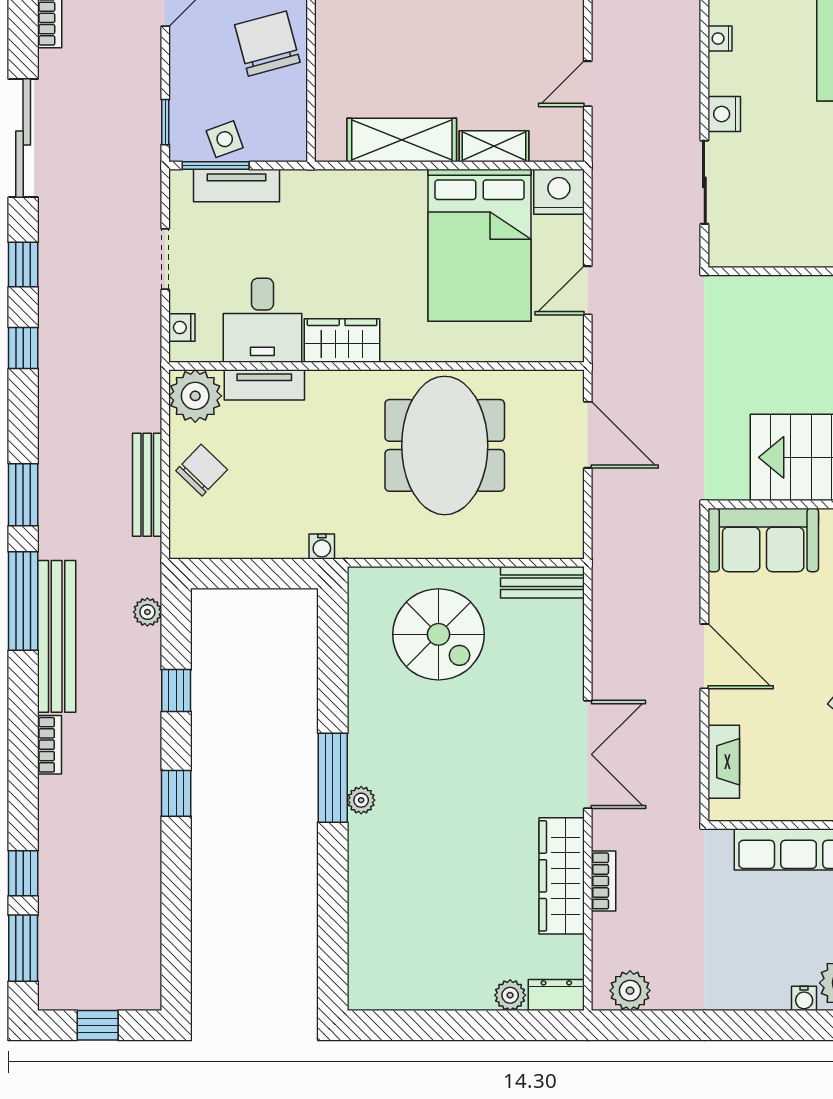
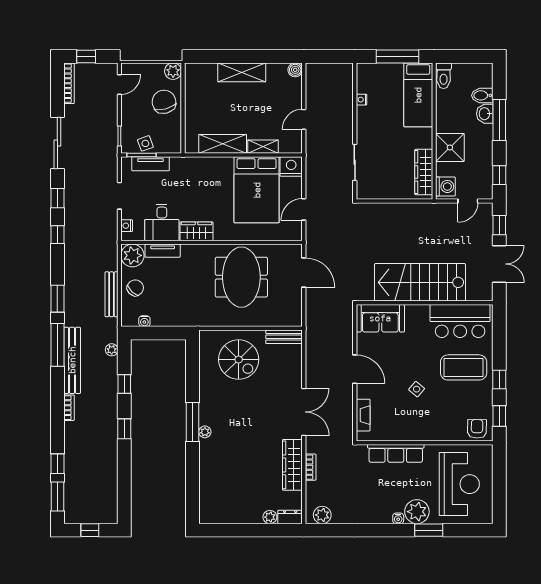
nightstand: (724, 114) -> (363, 132), removed
water cooler: (322, 546) -> (144, 321), moved

